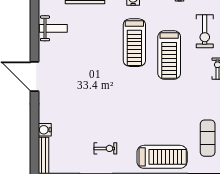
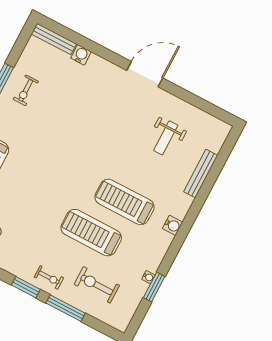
weight bench: (53, 28) -> (166, 138), moved
exercise bike: (105, 148) -> (26, 90), moved

